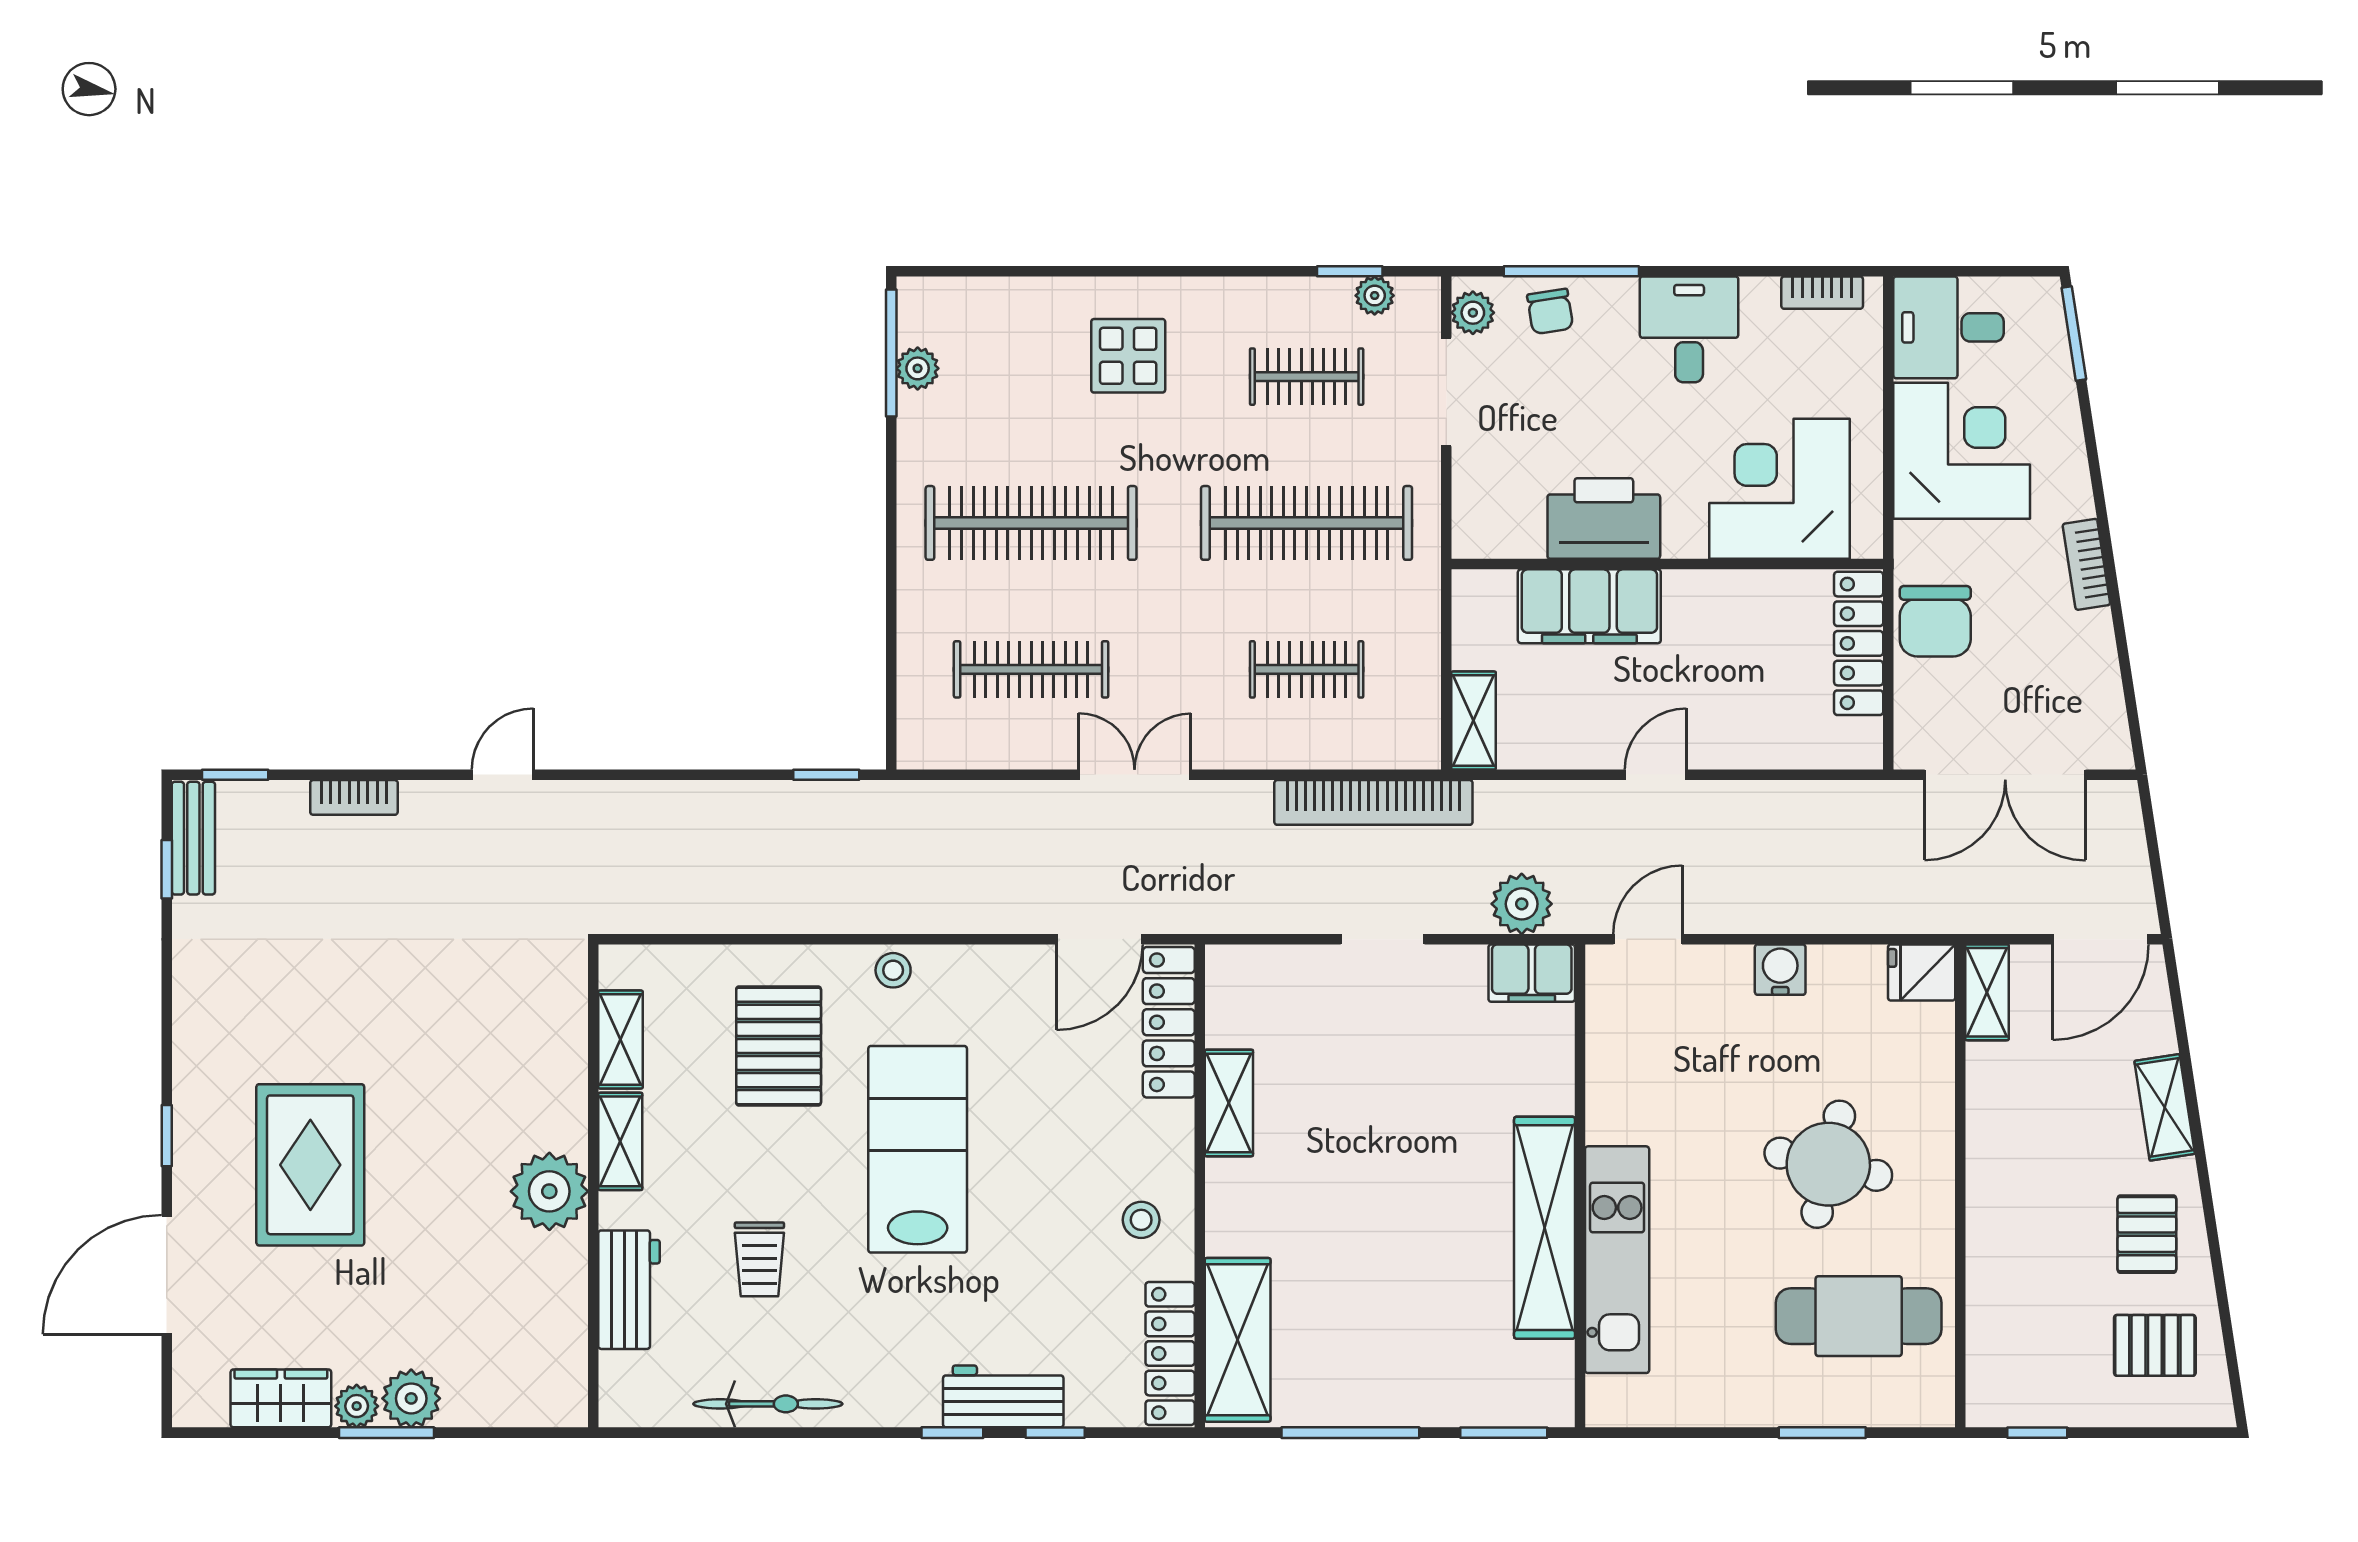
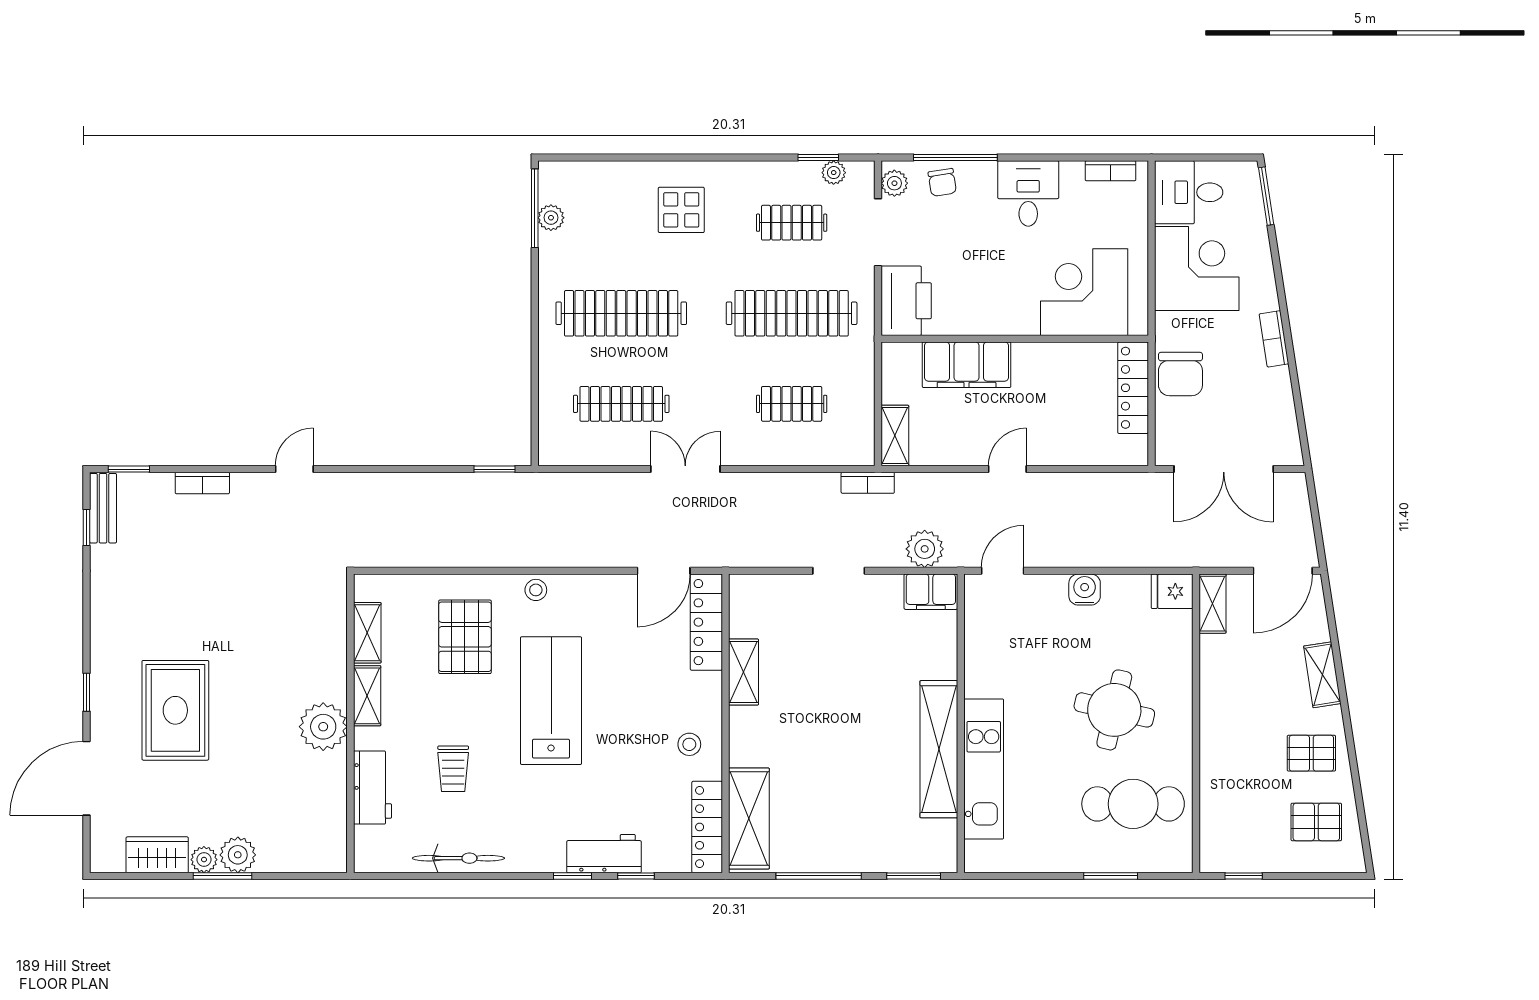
printer: (1604, 519) -> (906, 301), moved, turned 90
bookcase: (1373, 802) -> (868, 483), width x0.43, depth x0.76
pallet: (2147, 1234) -> (1311, 753), turned 90

